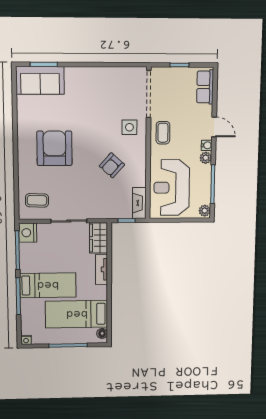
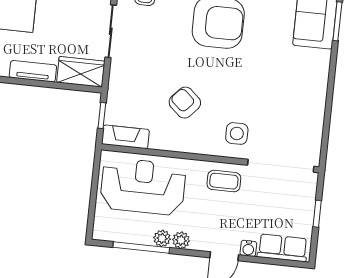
water cooler: (207, 145) -> (248, 248), moved
plant: (205, 211) -> (162, 238), moved

